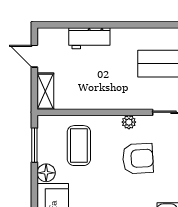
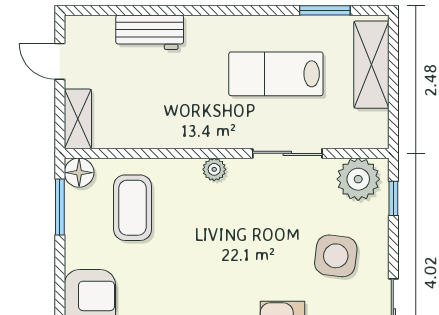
armchair: (138, 159) -> (229, 229), removed
floor lamp: (46, 173) -> (79, 173), moved

